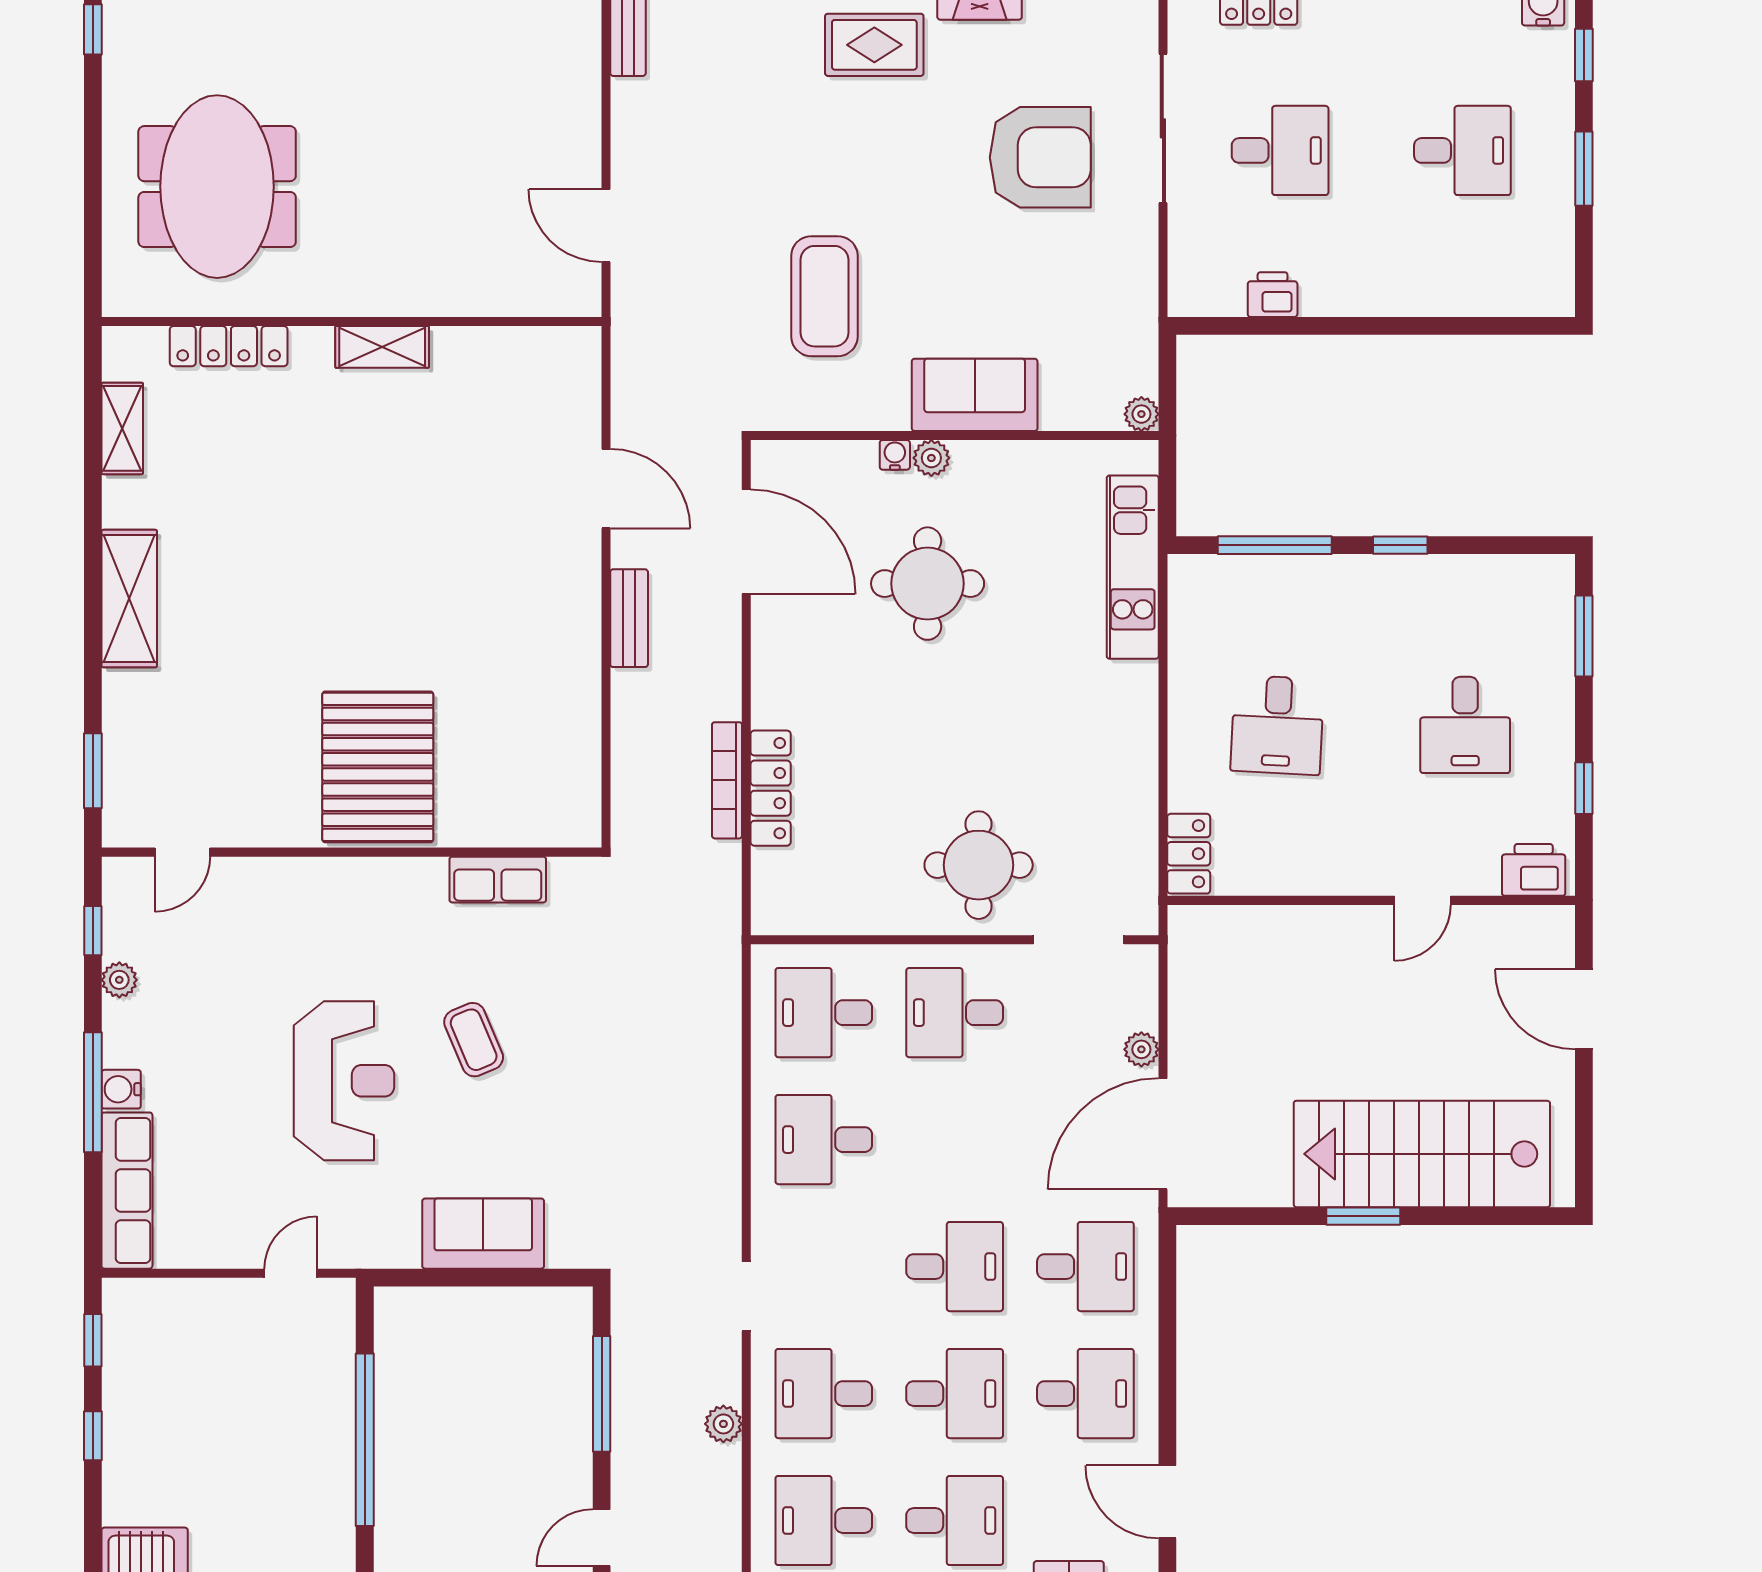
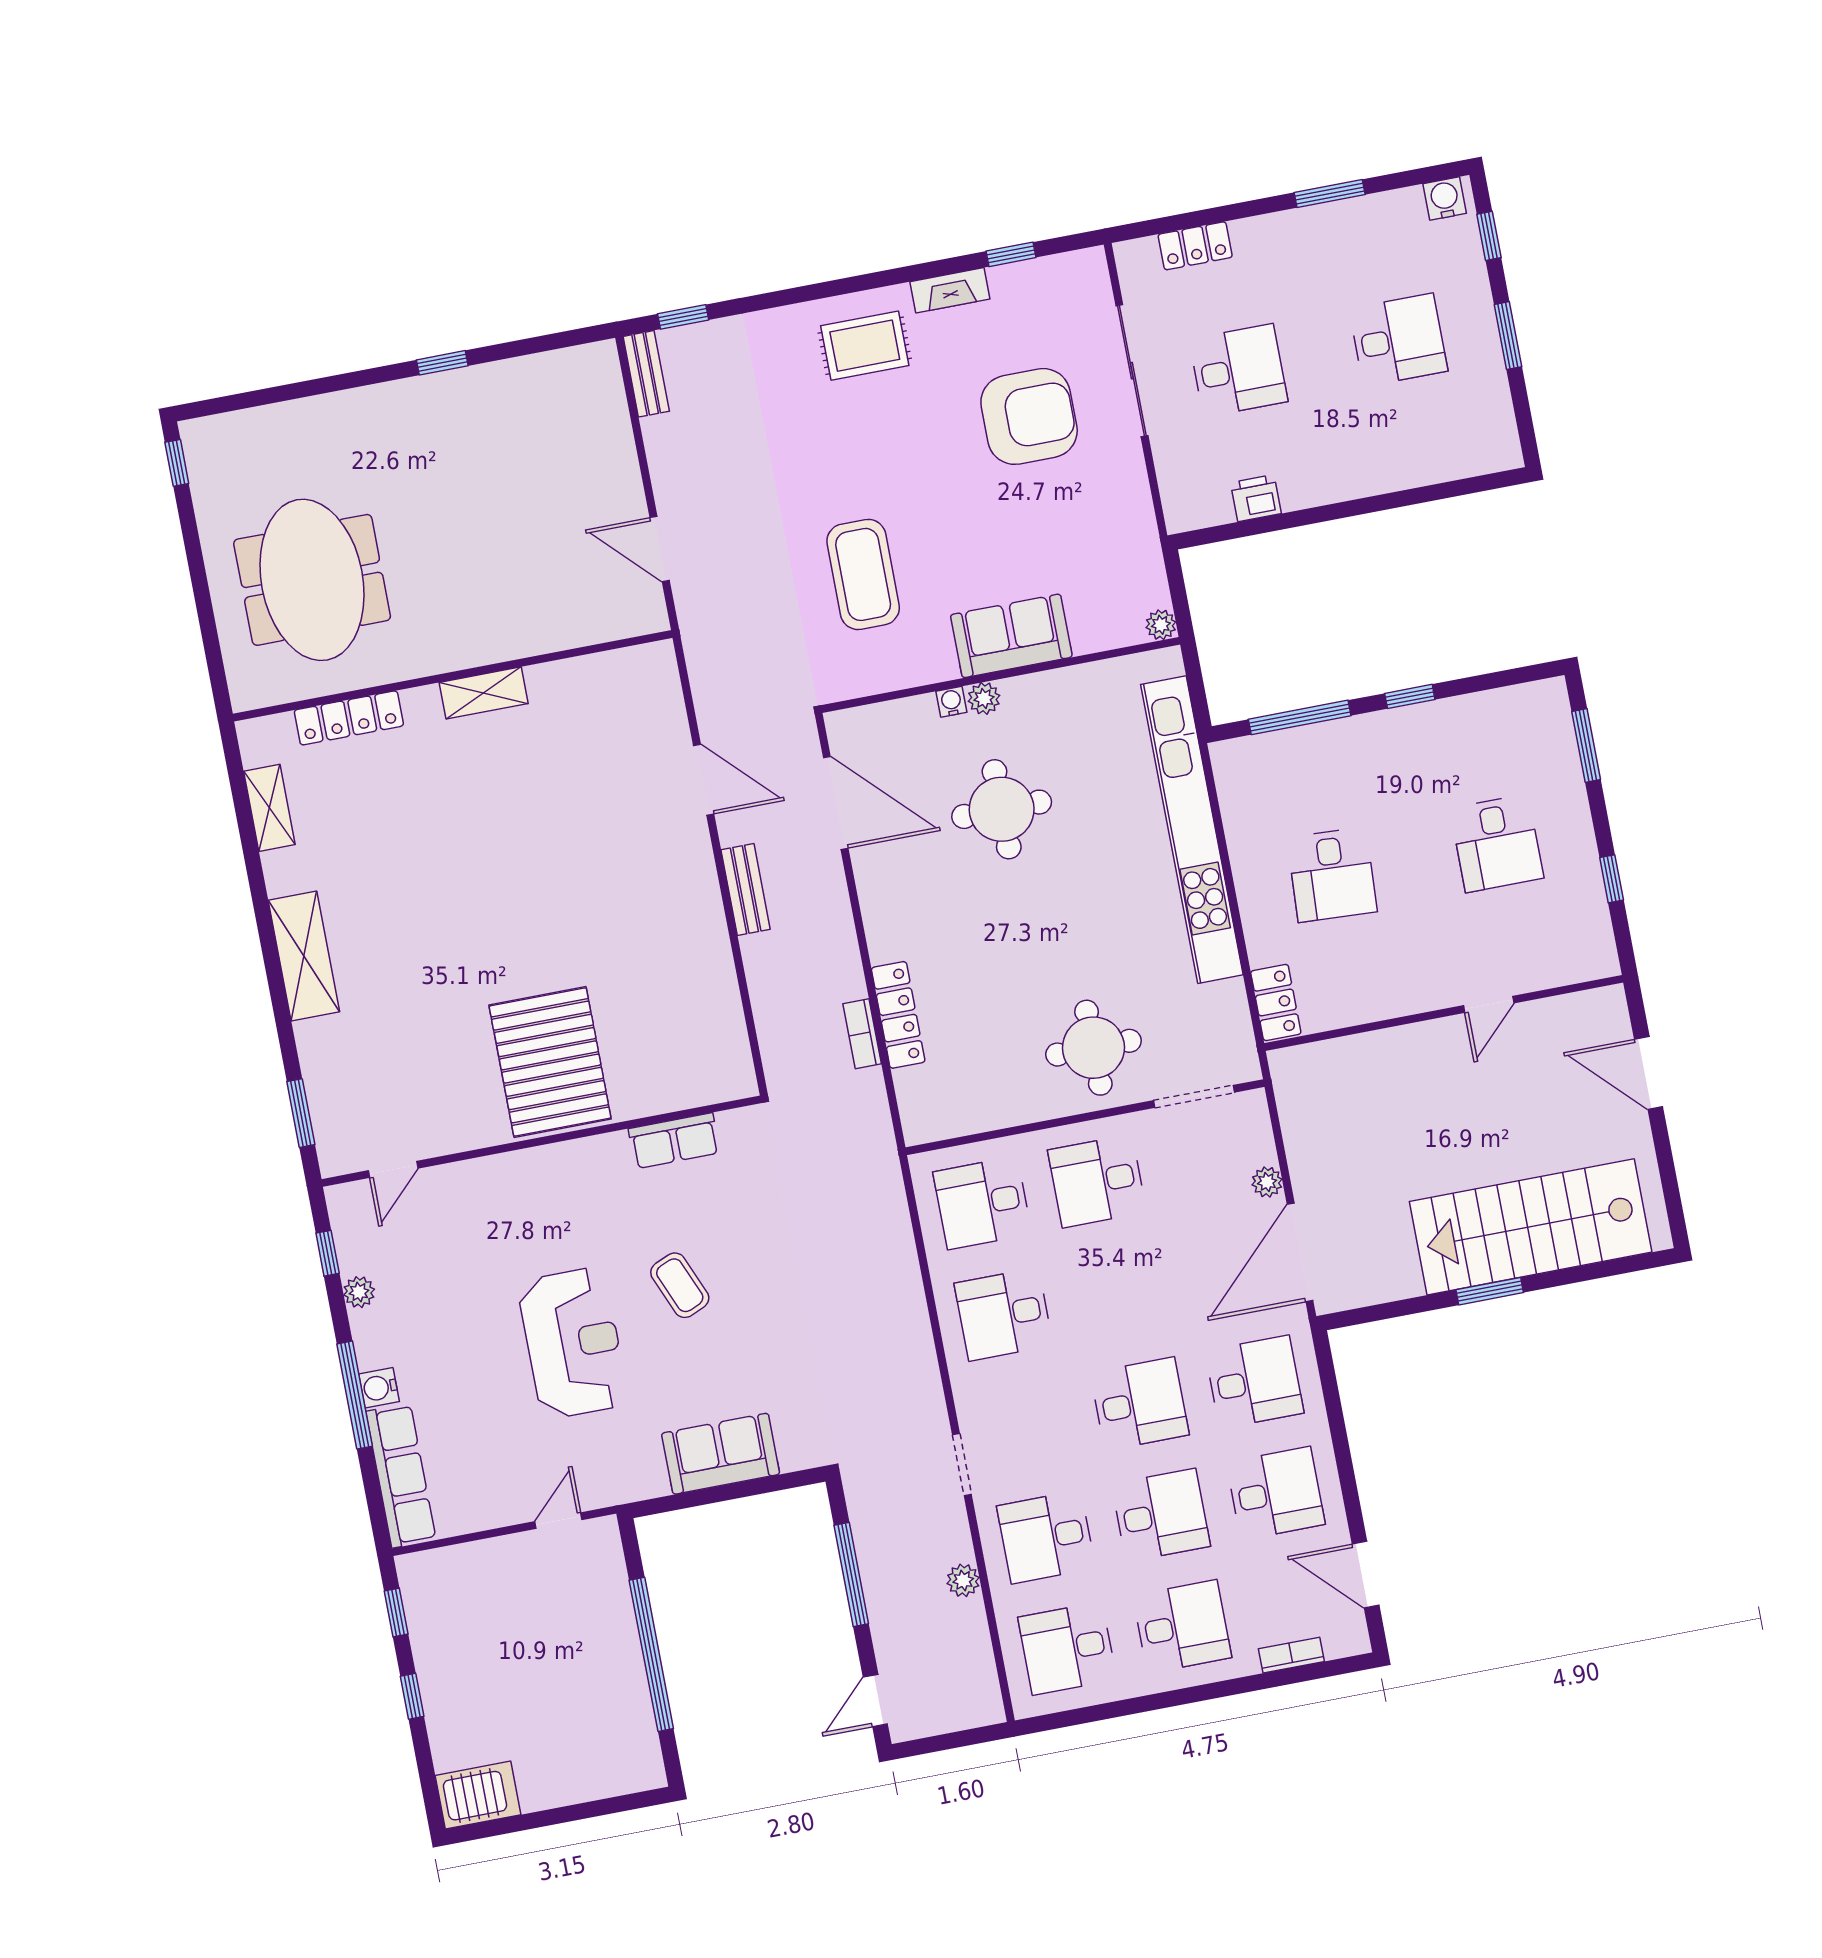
kitchen unit: (1133, 567) -> (1192, 830), width x1.86
bookcase: (727, 780) -> (862, 1034), width x0.64
printer: (1534, 870) -> (1581, 959), removed

